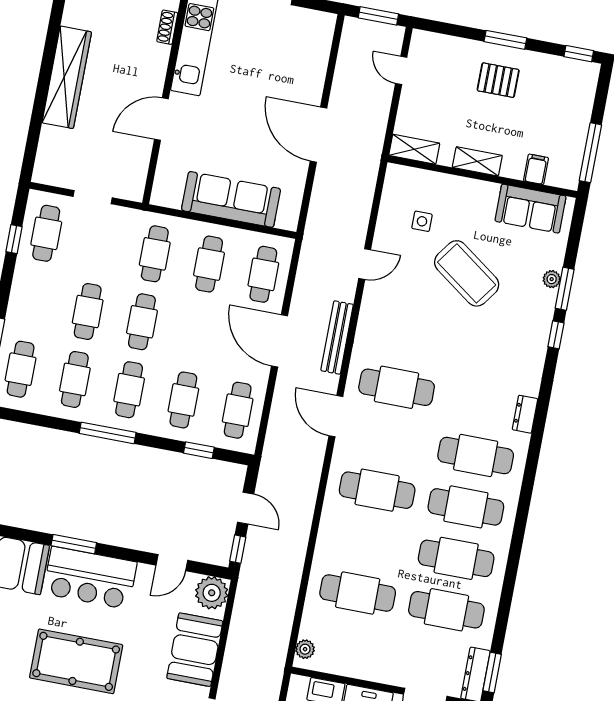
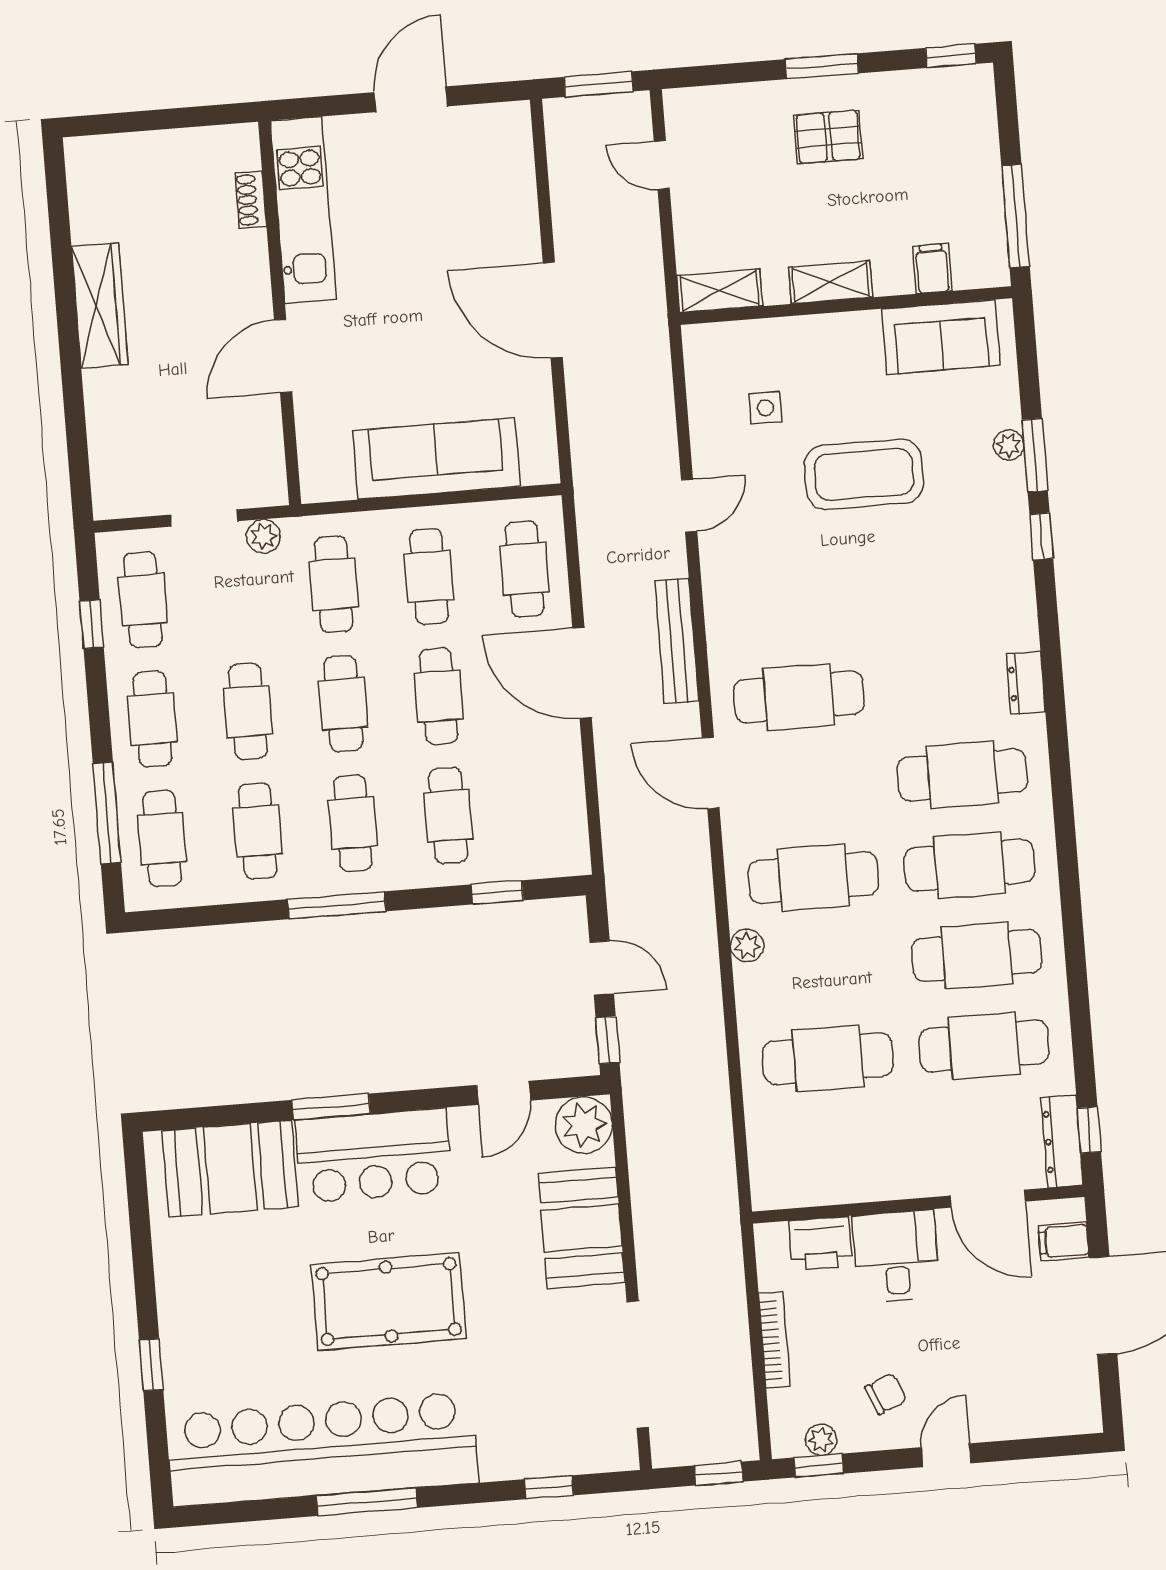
wardrobe: (67, 77) -> (100, 305), width x0.71, depth x0.85
plant: (123, 216) -> (263, 536), added
coffee table: (467, 273) -> (864, 474), turned -36
cafe table: (33, 301) -> (152, 719), added
cafe table: (238, 410) -> (439, 696), moved
plant: (305, 649) -> (747, 945), moved
window: (492, 672) -> (1089, 1130), width x0.67

